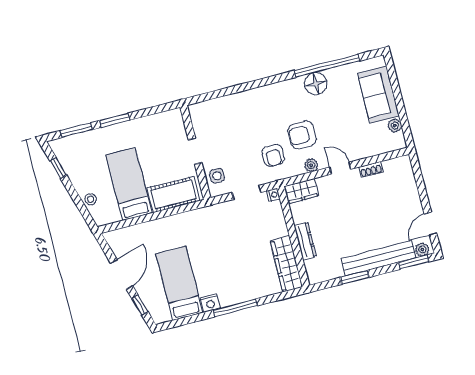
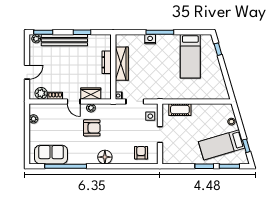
floor lamp: (316, 84) -> (105, 157), moved
sofa: (378, 95) -> (51, 155), moved, turned -90
armchair: (273, 155) -> (141, 153), moved
plant: (393, 168) -> (41, 93), added
bed: (129, 184) -> (222, 145), moved, turned 74
wardrobe: (301, 191) -> (91, 94), moved
cot: (173, 194) -> (180, 110), width x0.73, depth x0.75
door: (431, 224) -> (27, 72), moved
wardrobe: (286, 264) -> (122, 64), moved
door: (122, 275) -> (224, 71), removed
nightstand: (210, 303) -> (150, 39), moved

